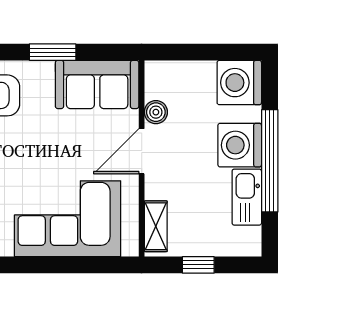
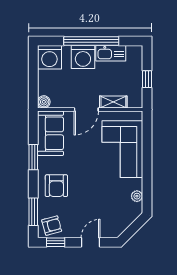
boiler: (156, 112) -> (44, 102), moved
door: (142, 151) -> (86, 110), hinge flipped
shelving: (156, 226) -> (113, 102), moved

